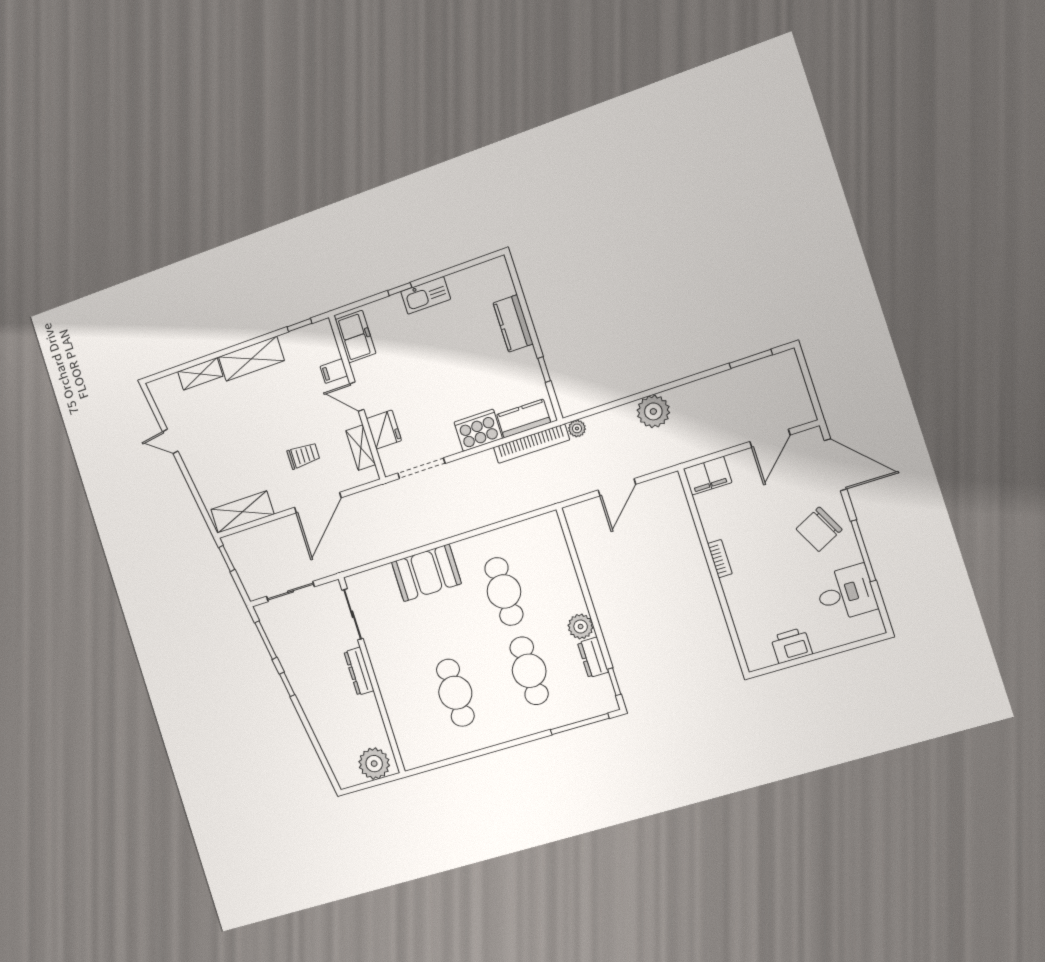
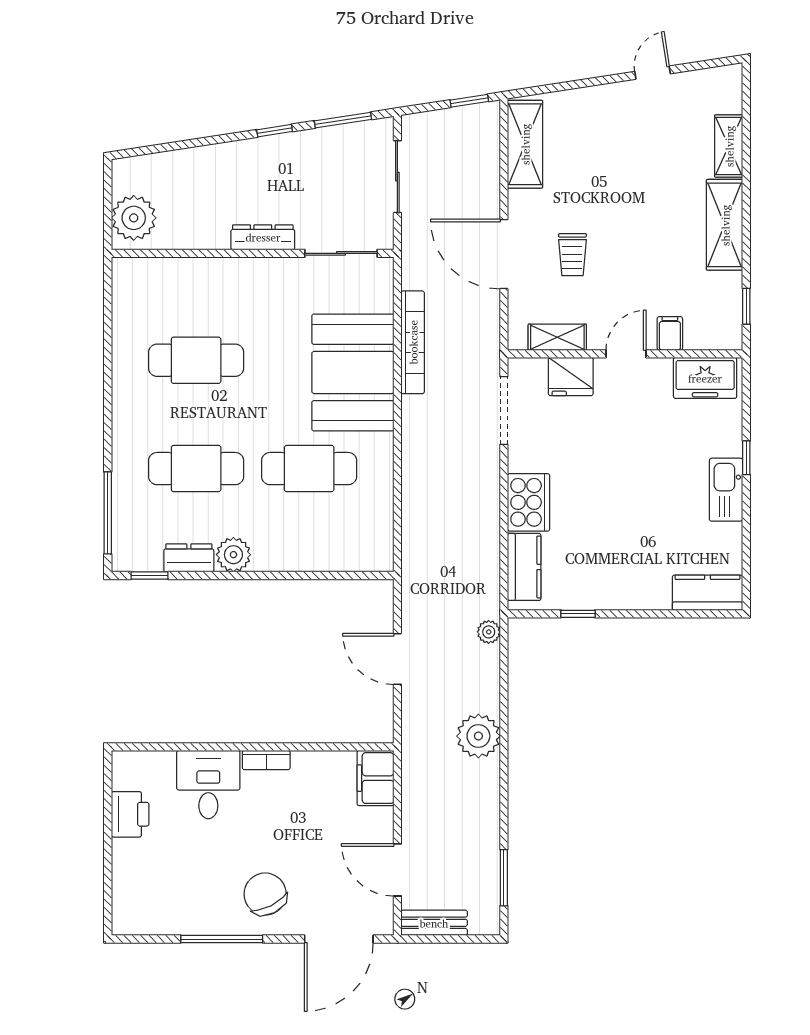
kitchen counter: (513, 323) -> (707, 593), moved
bench: (801, 399) -> (434, 923), added
bookcase: (531, 444) -> (413, 342), moved, turned 180
booth: (426, 573) -> (353, 372), width x1.36, depth x1.42
desk: (846, 593) -> (208, 785), moved, turned 180

